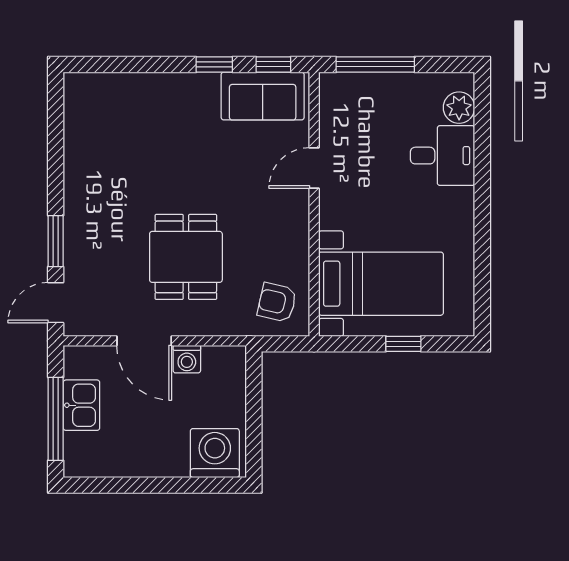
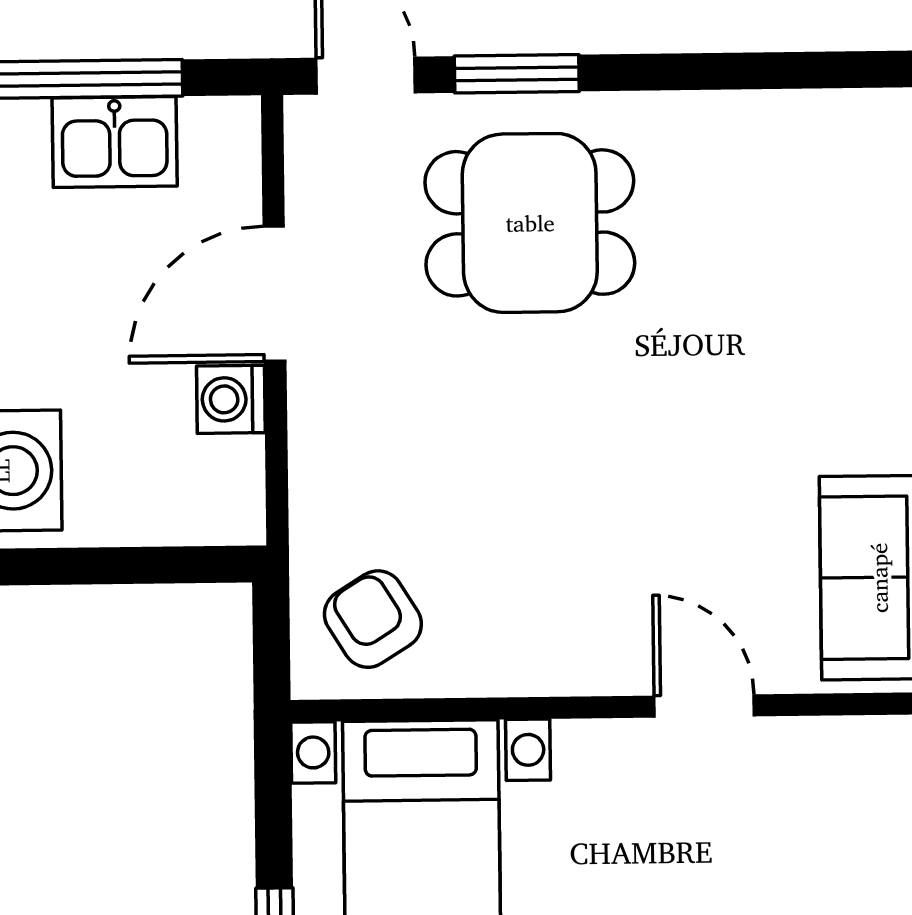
dining table: (186, 257) -> (530, 223), moved
armchair: (277, 302) -> (373, 619), turned -45

